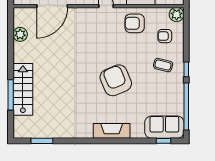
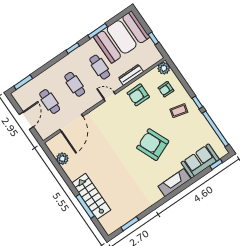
sofa: (164, 127) -> (200, 161), moved

